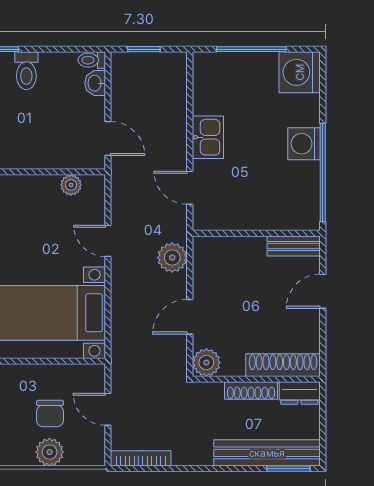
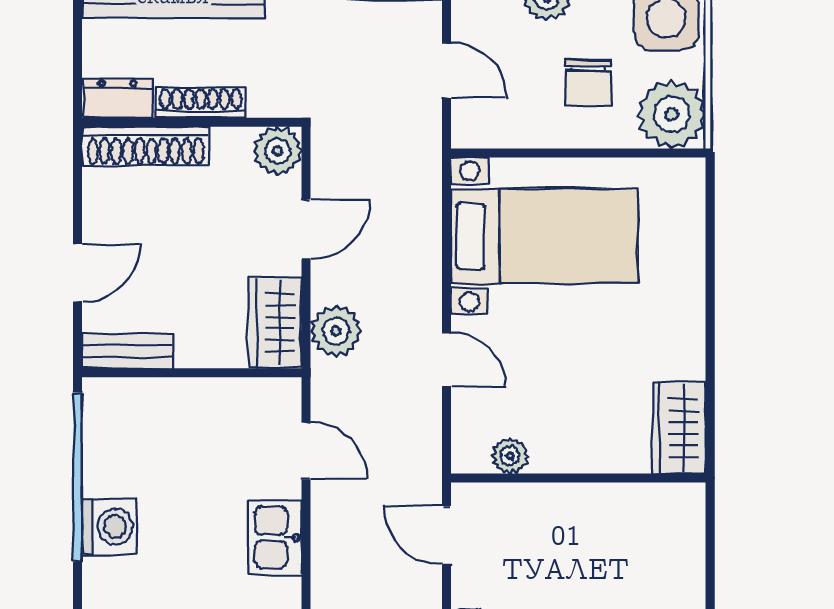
wardrobe: (208, 262) -> (275, 323), added
chair: (50, 414) -> (588, 82), moved, turned 180

